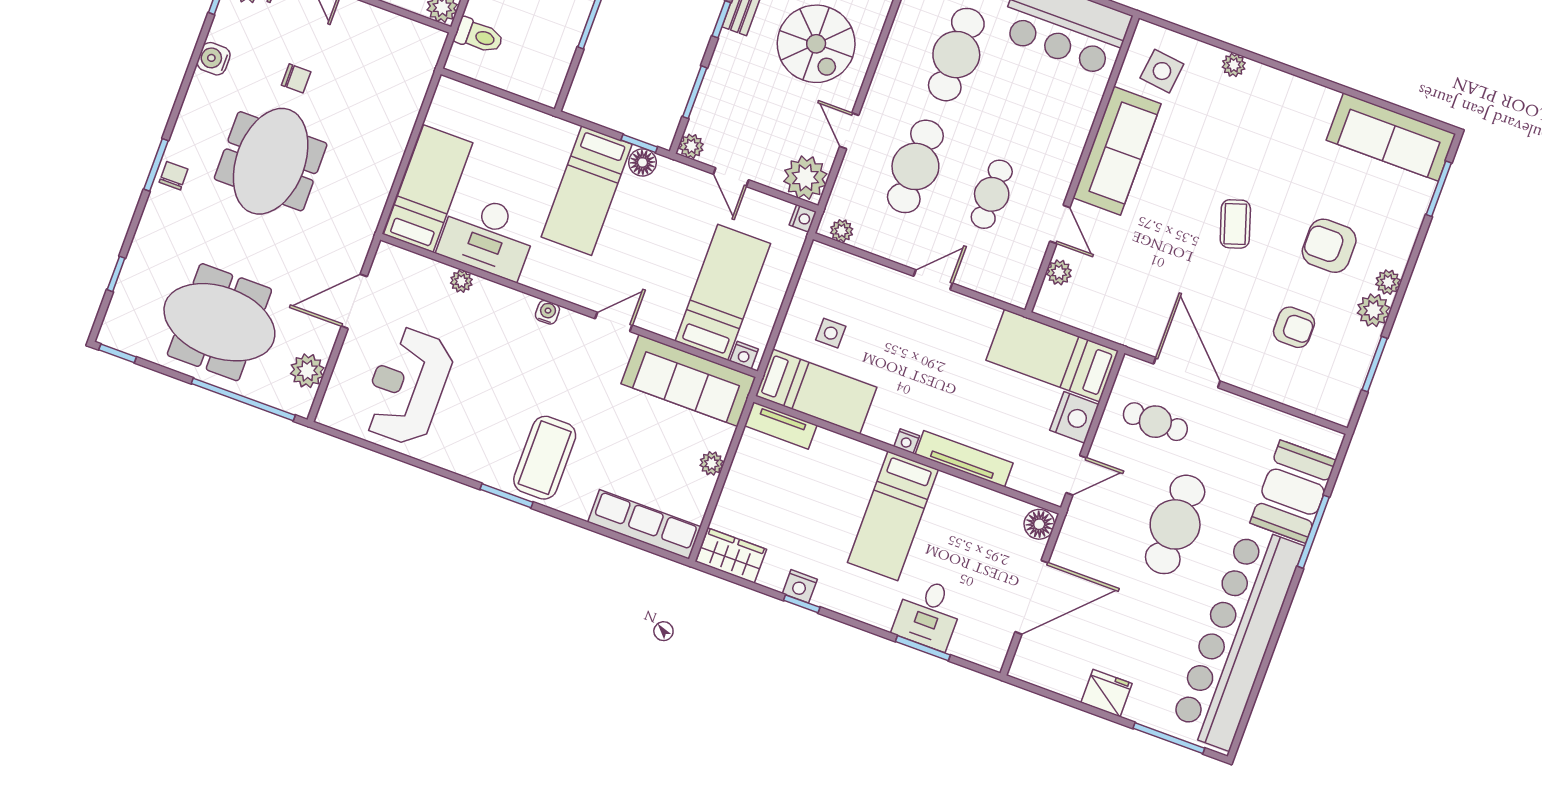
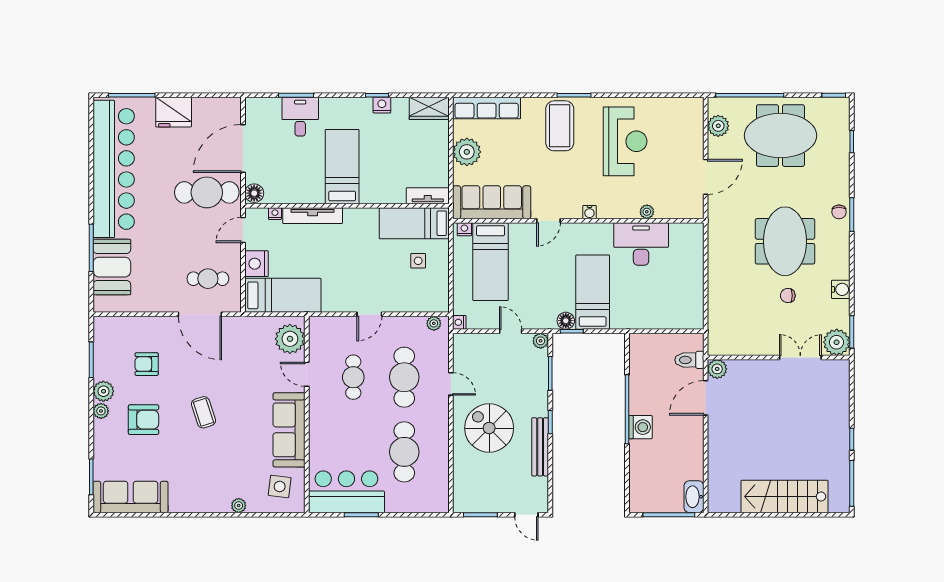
plant: (805, 178) -> (467, 347), removed
bed: (428, 189) -> (686, 259), removed
plant: (1059, 272) -> (290, 339), width x1.87, depth x1.87
reception desk: (407, 386) -> (625, 141), moved
nightstand: (907, 441) -> (275, 214), moved
plant: (712, 463) -> (467, 152), width x1.88, depth x1.88
cafe table: (1175, 524) -> (207, 192), moved, turned 90
fridge: (1106, 693) -> (174, 112), width x1.36, depth x1.34

